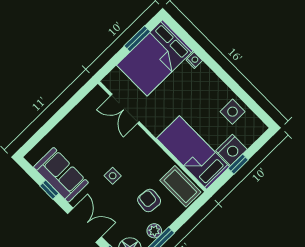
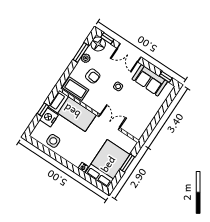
window: (137, 39) -> (127, 163), moved
double door: (125, 109) -> (109, 122), moved
window: (49, 190) -> (166, 77), moved

